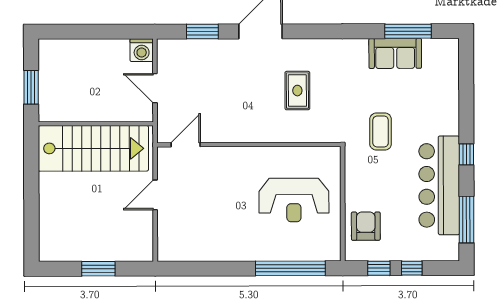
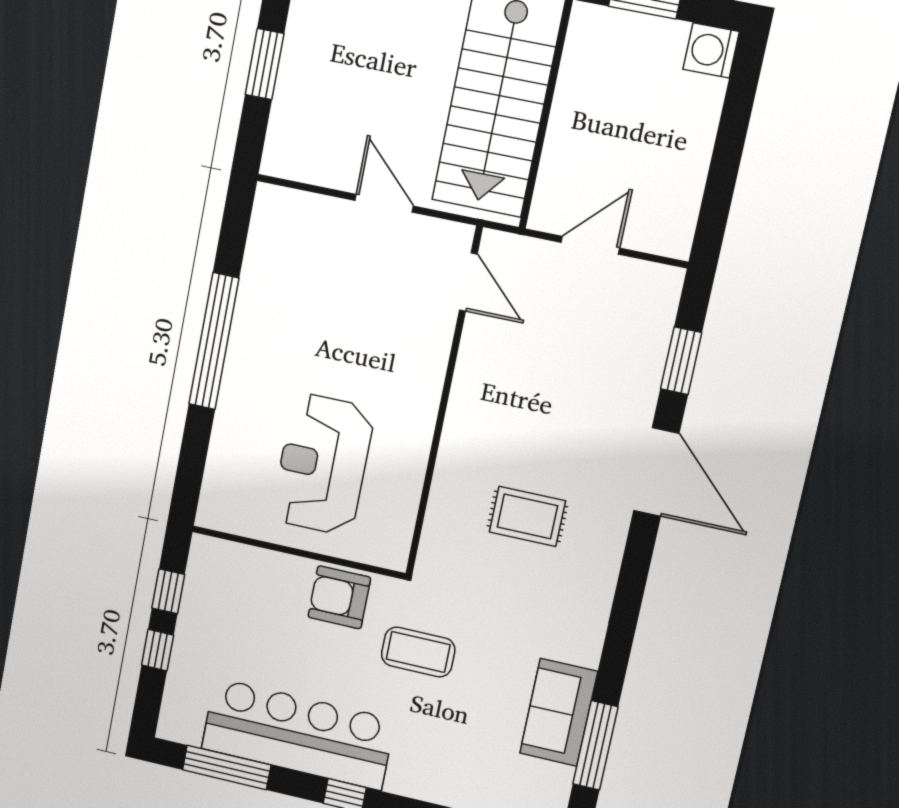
washing machine: (142, 50) -> (711, 50), moved
armchair: (366, 226) -> (339, 597), moved, turned 180
window: (290, 268) -> (214, 341), moved

